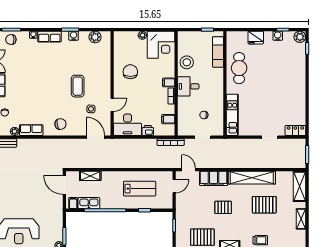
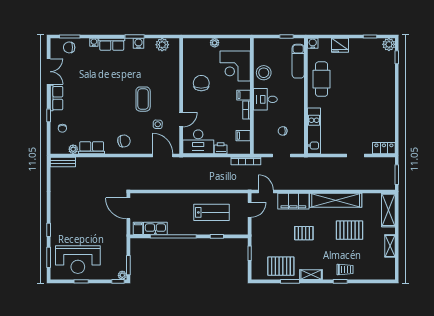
water cooler: (278, 36) -> (313, 43), moved
corner desk: (161, 45) -> (235, 66), moved, turned 90
shelving: (90, 176) -> (157, 198), removed

